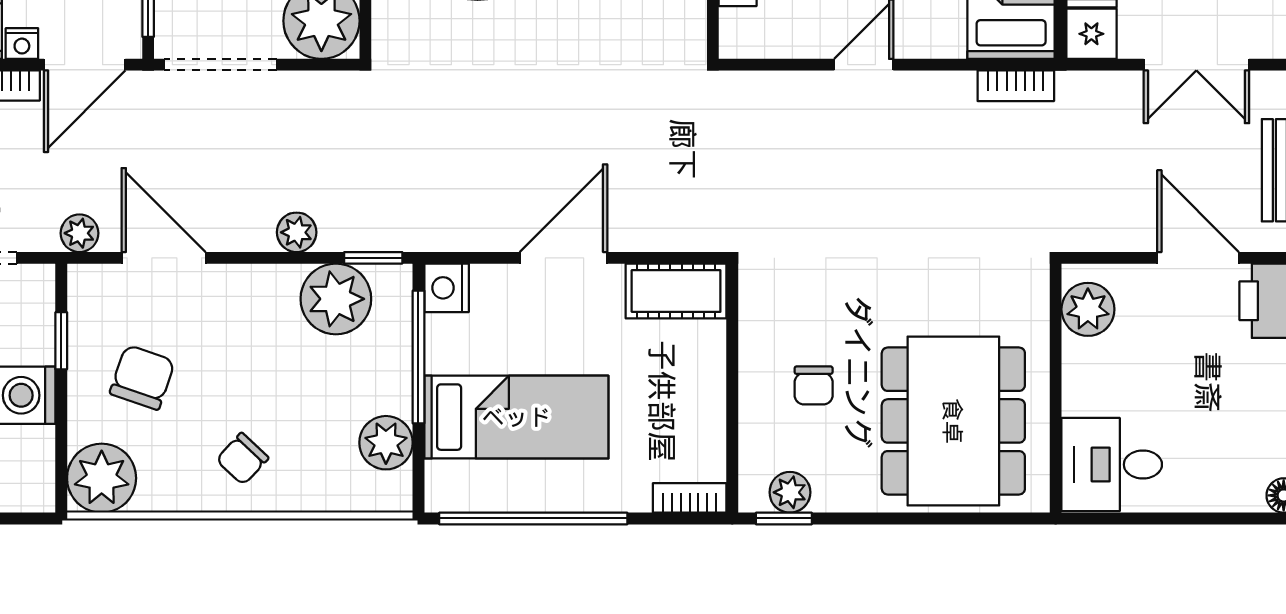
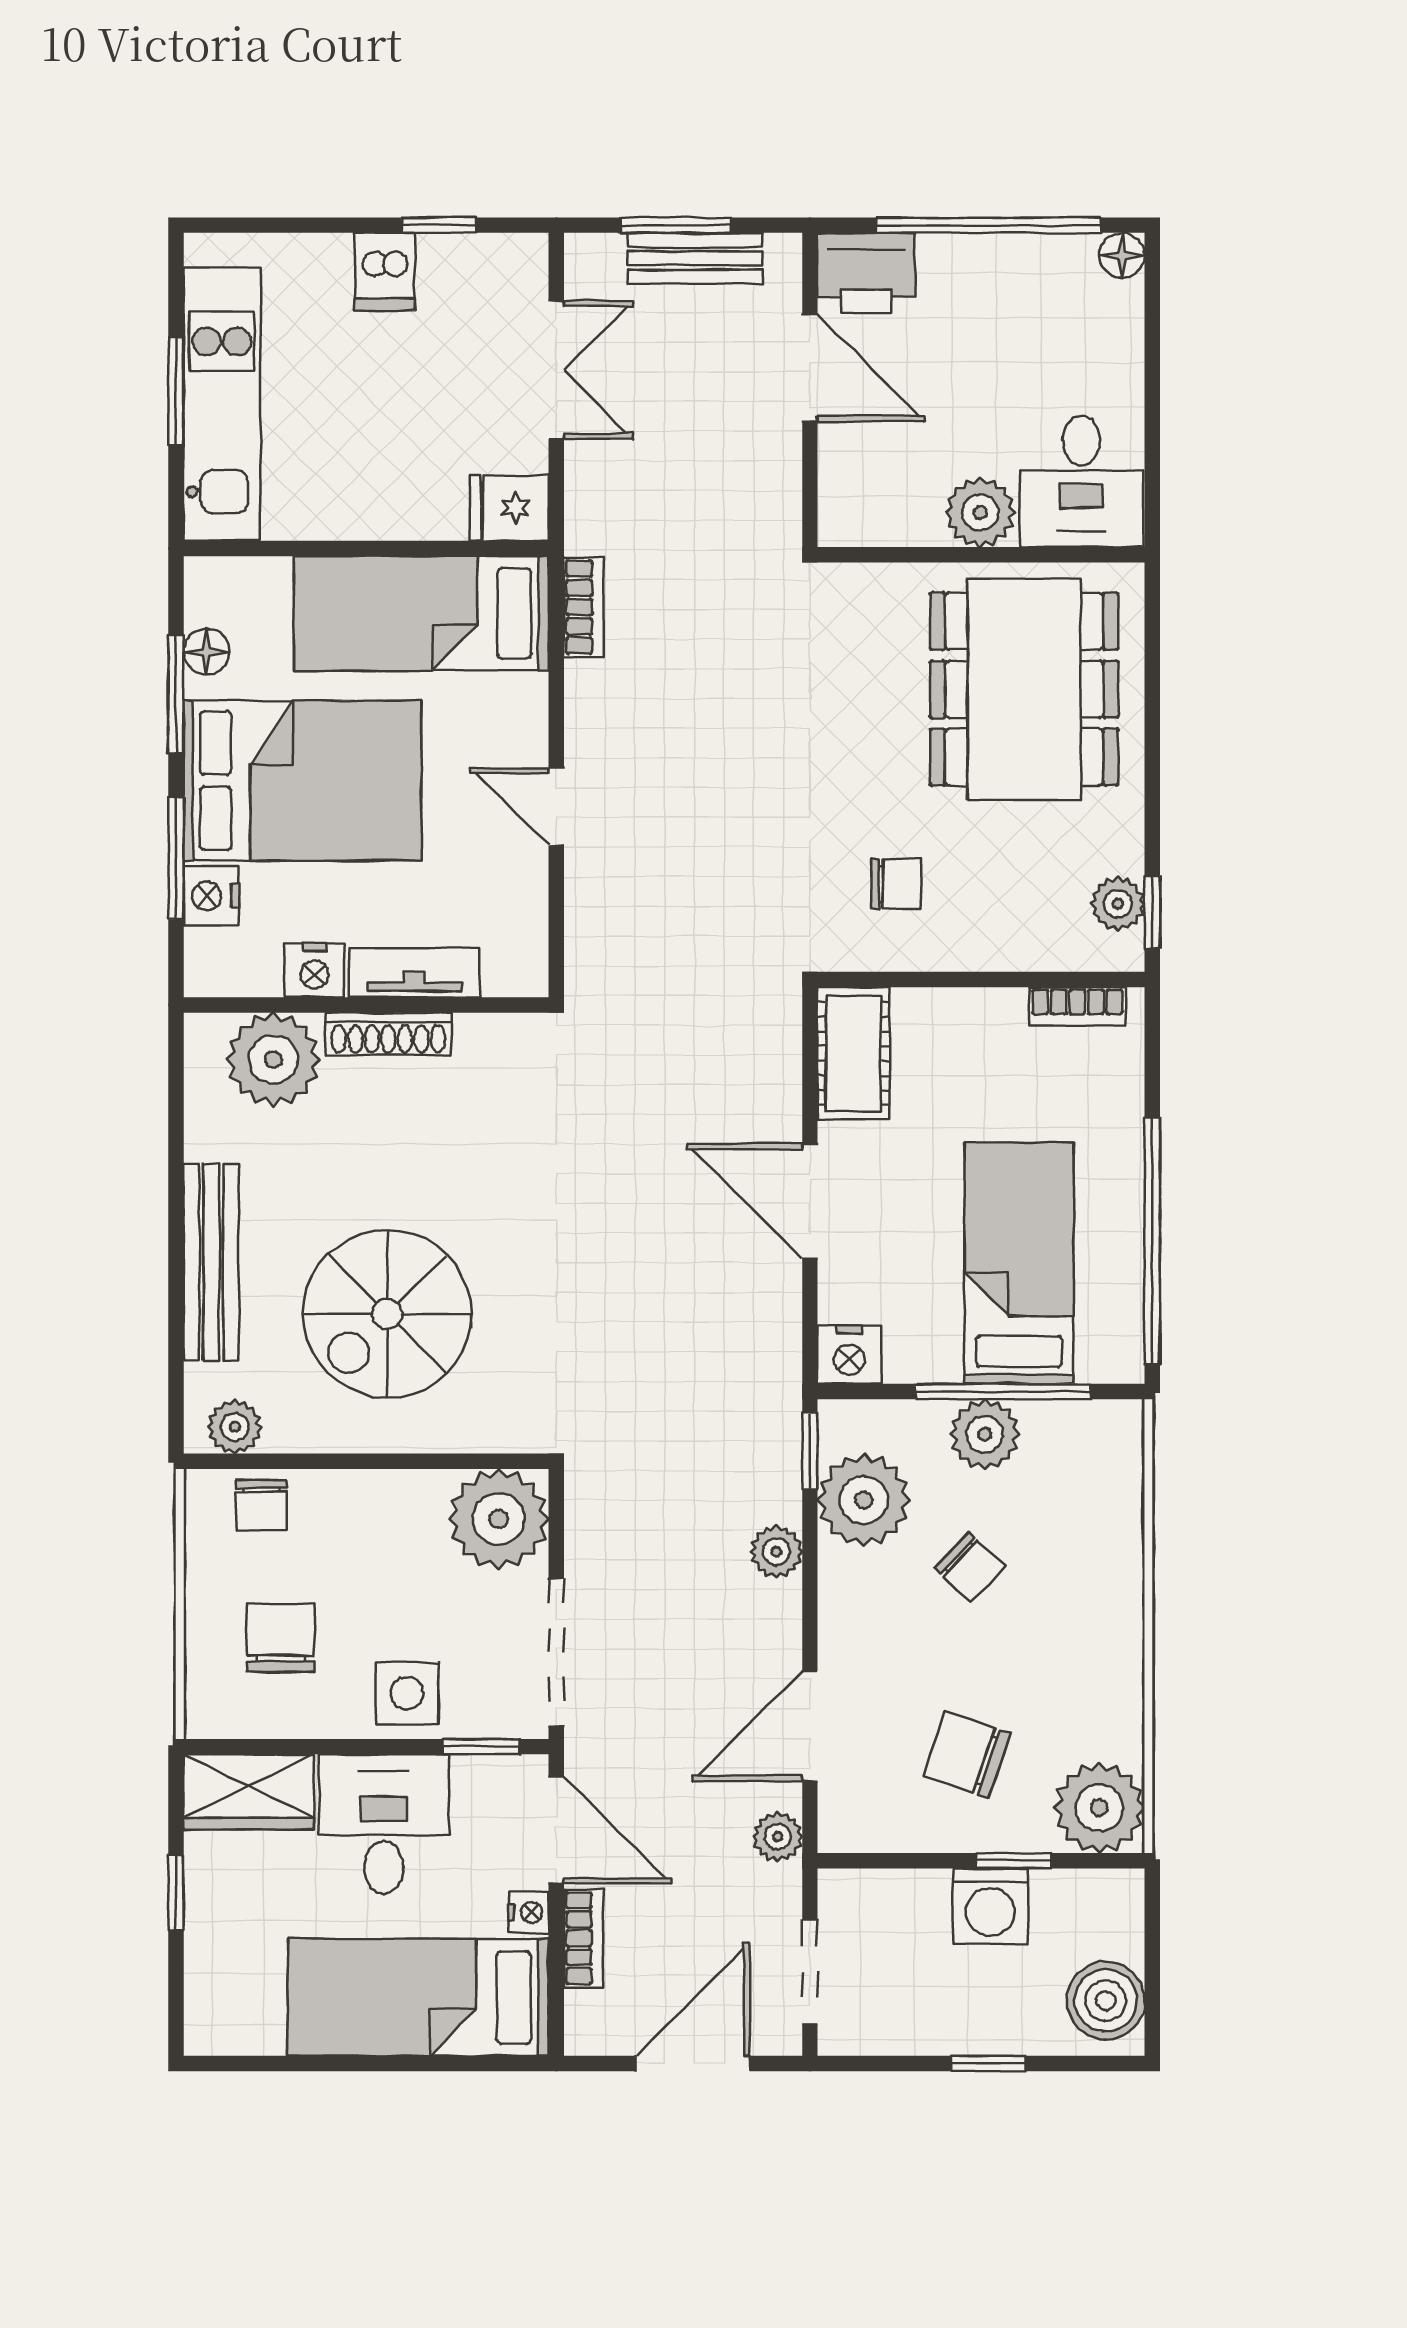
door: (1198, 258) -> (810, 368), swing flipped
plant: (1088, 309) -> (980, 512), moved
window: (61, 341) -> (1014, 1861), moved
window: (418, 357) -> (1003, 1392), moved
chair: (814, 385) -> (896, 884), moved
dining table: (953, 421) -> (1024, 689), turned 90
plant: (386, 443) -> (985, 1434), moved
chair: (242, 459) -> (970, 1567), moved
bookcase: (690, 498) -> (1077, 1006), moved, turned -90

